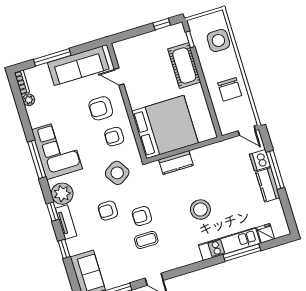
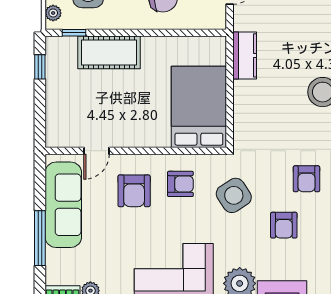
plant: (199, 22) -> (53, 13), added
bed: (165, 127) -> (199, 107), width x0.73
armchair: (114, 137) -> (180, 184), turned -90
kitchen counter: (176, 163) -> (245, 55), moved

